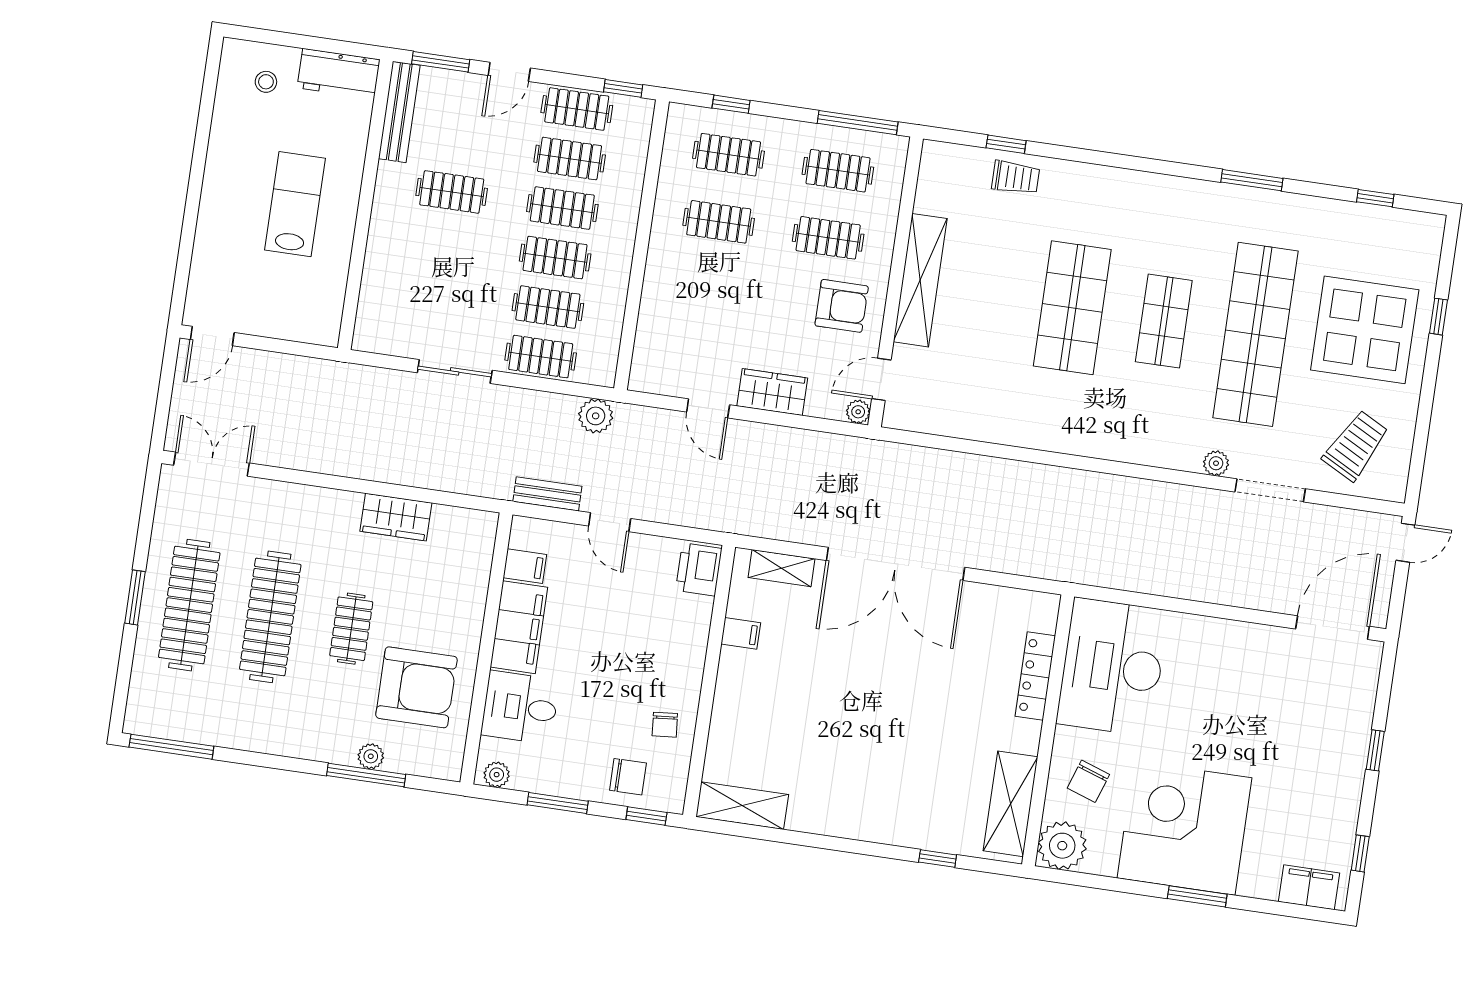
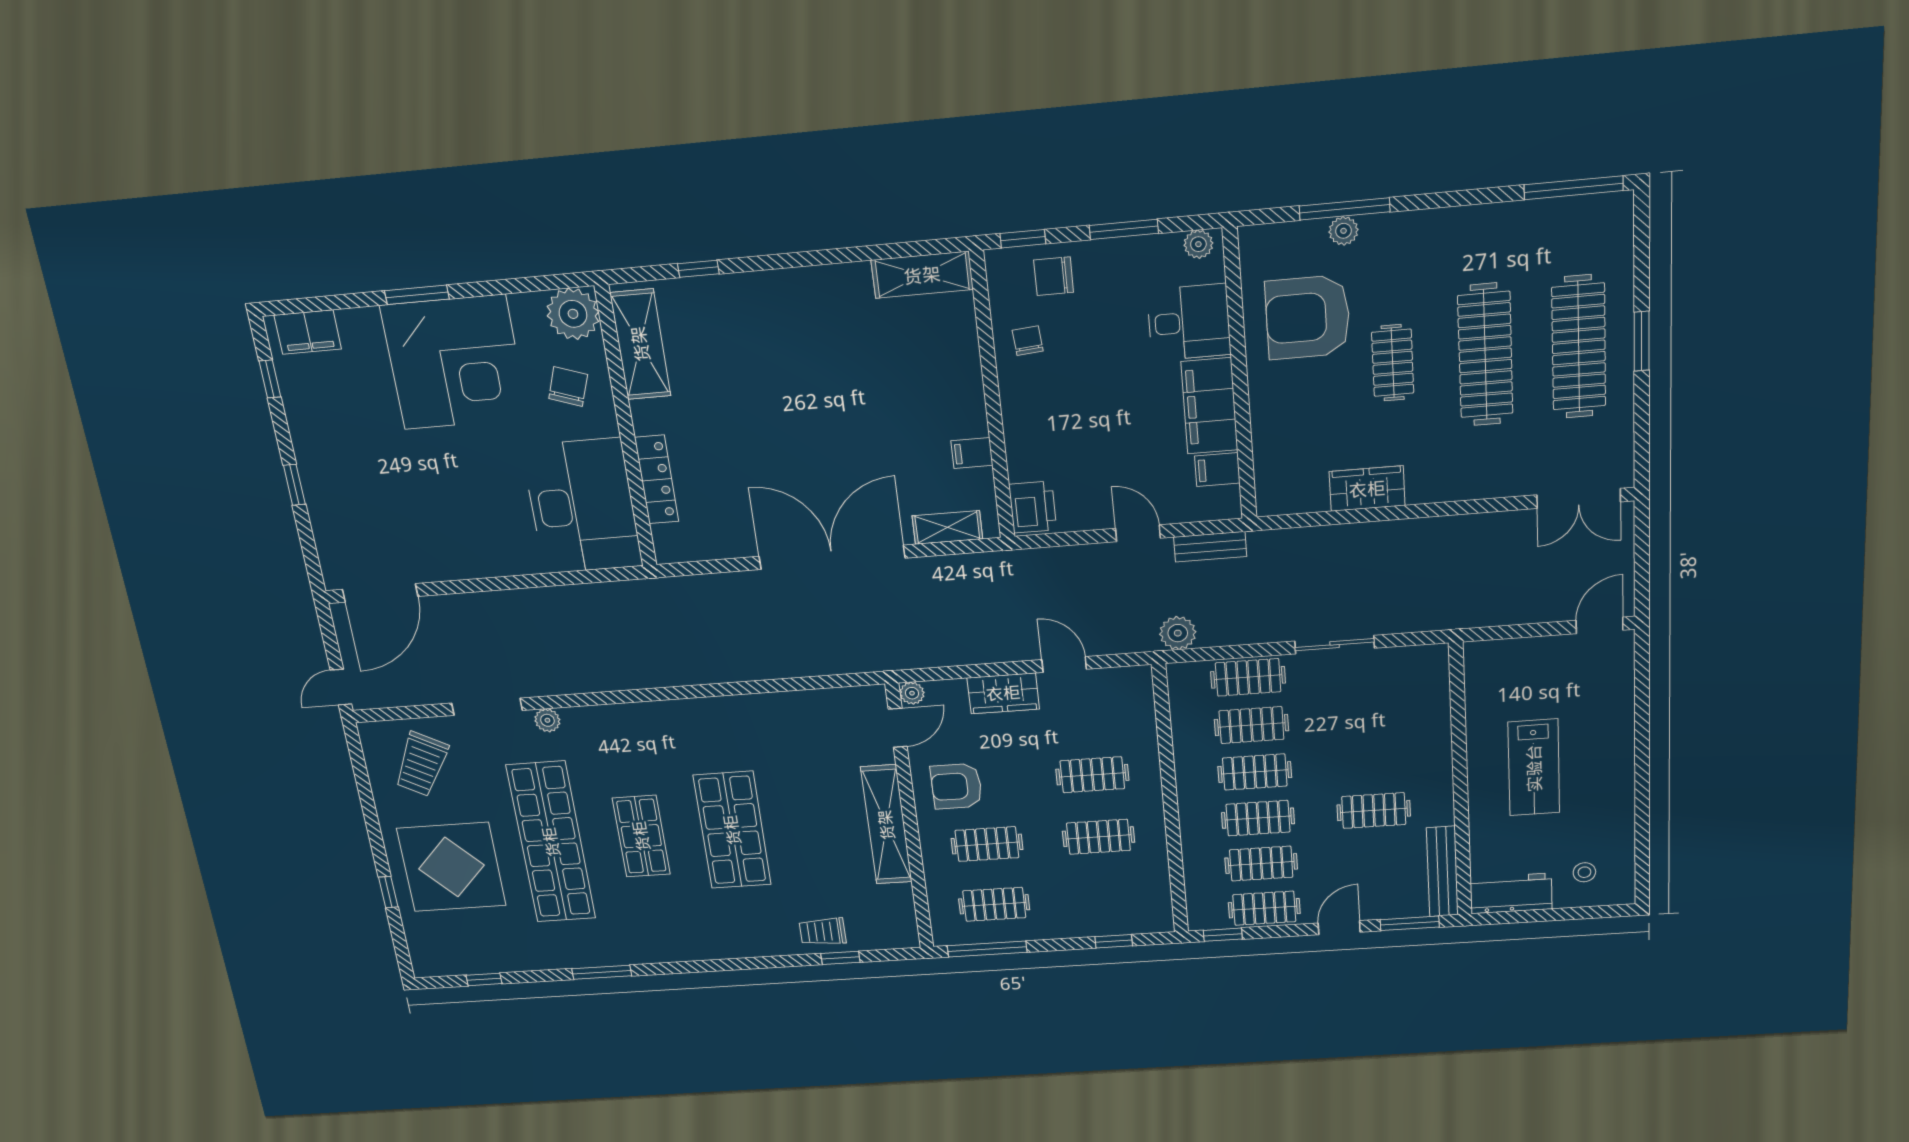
clothes rail: (729, 155) -> (1092, 775), moved

